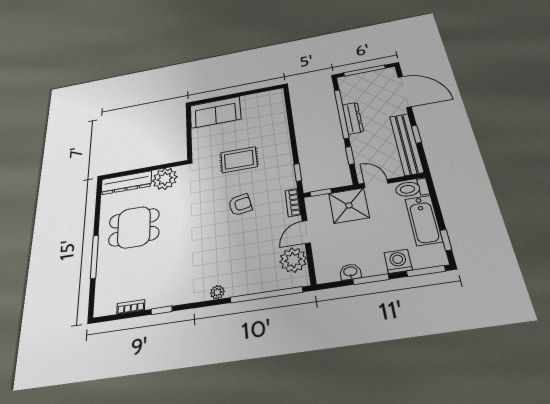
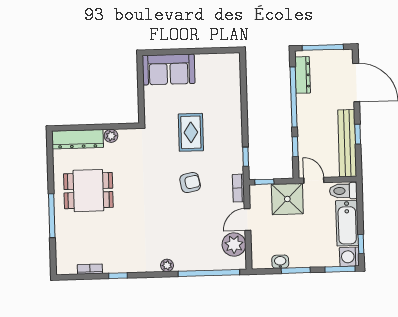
dresser: (353, 118) -> (303, 75), moved
rug: (239, 160) -> (191, 132), turned 90
plant: (165, 179) -> (111, 136), width x0.53, depth x0.53
washing machine: (398, 261) -> (349, 257), moved, turned -90

